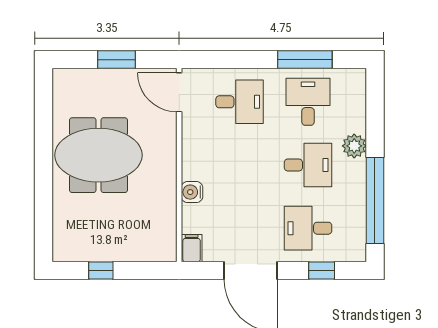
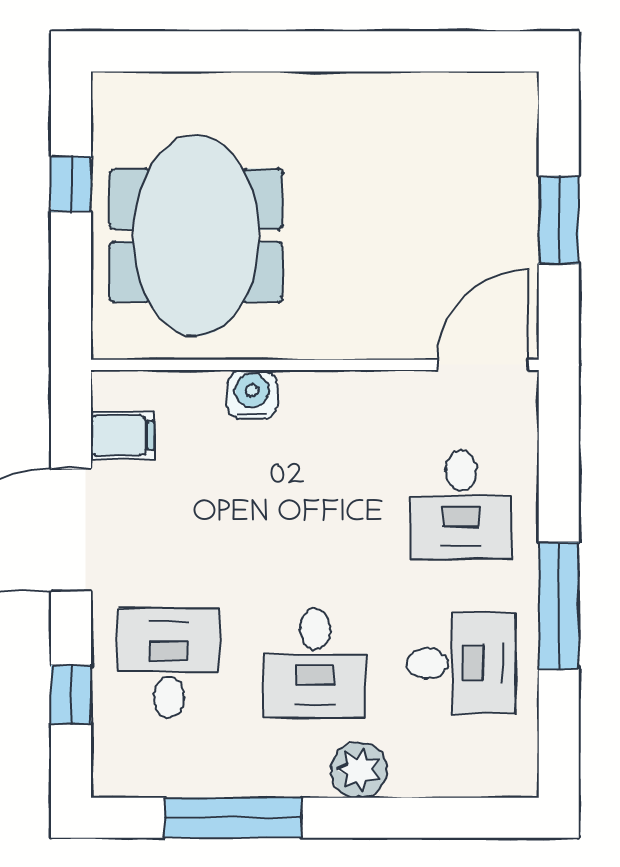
window: (305, 60) -> (559, 606), moved
meeting table: (98, 155) -> (196, 236), moved
window: (375, 200) -> (233, 818), width x0.68
filing cabinet: (192, 248) -> (123, 436), moved

